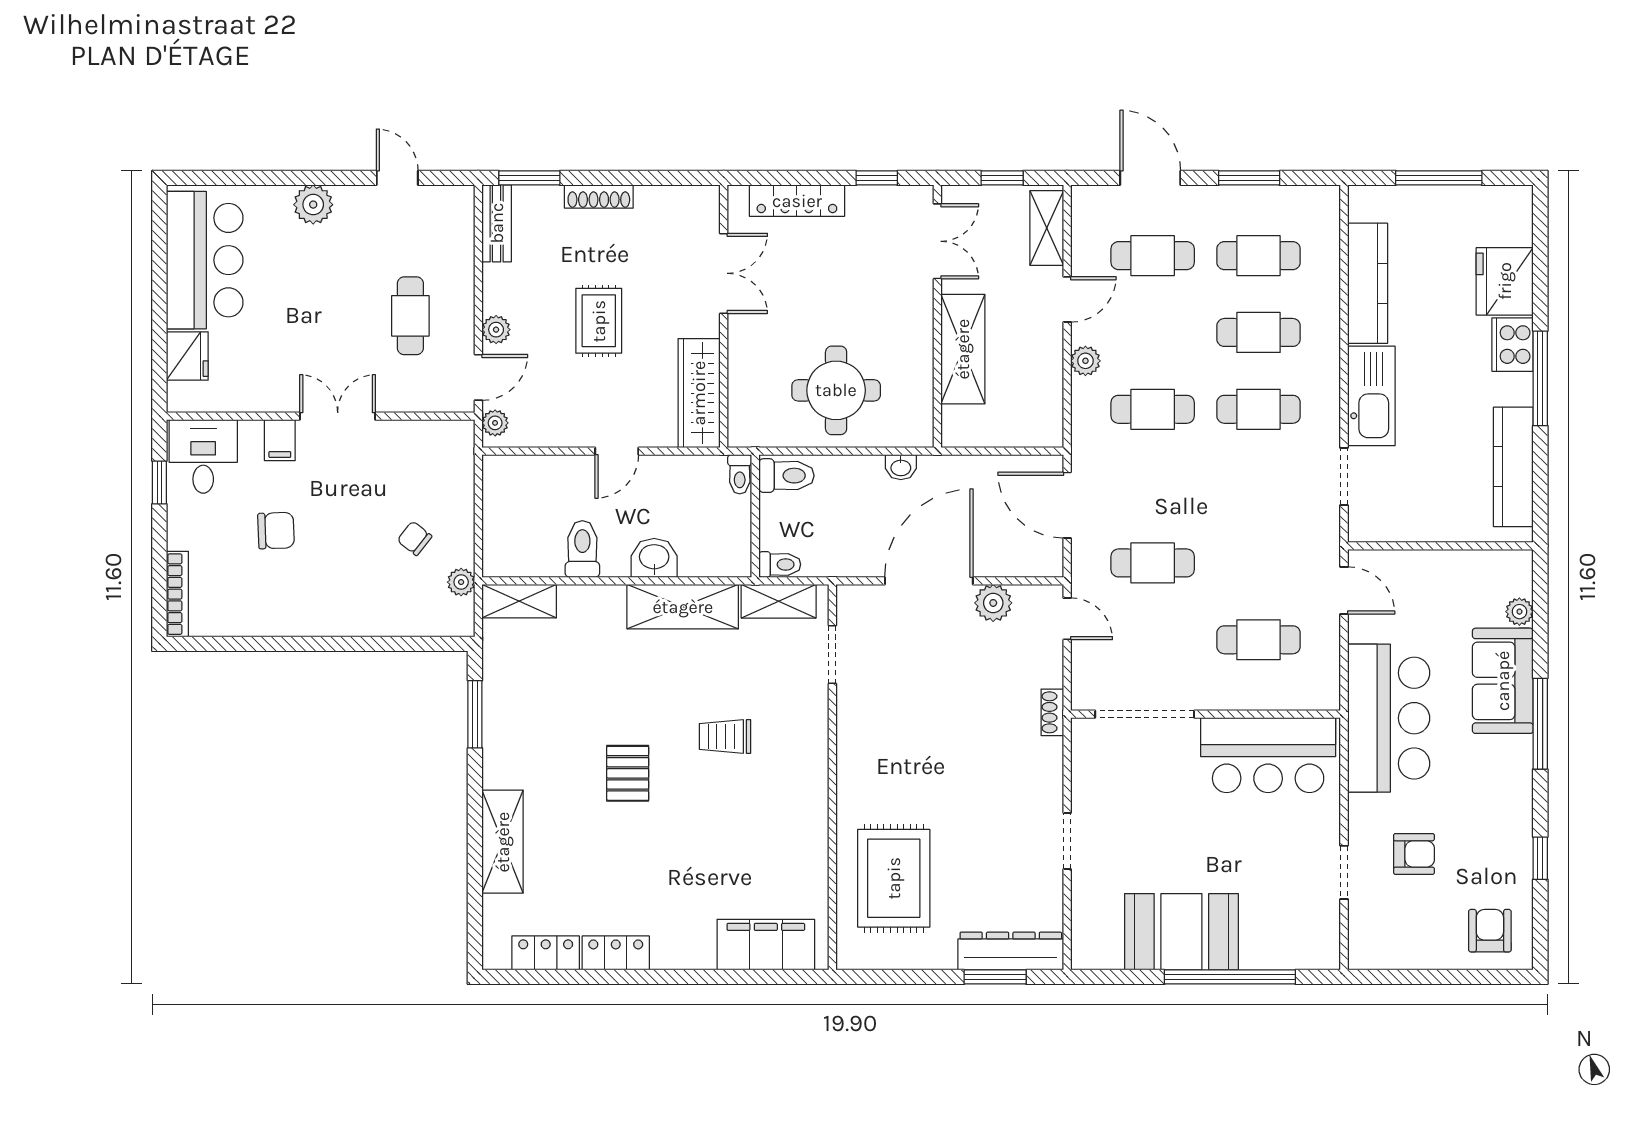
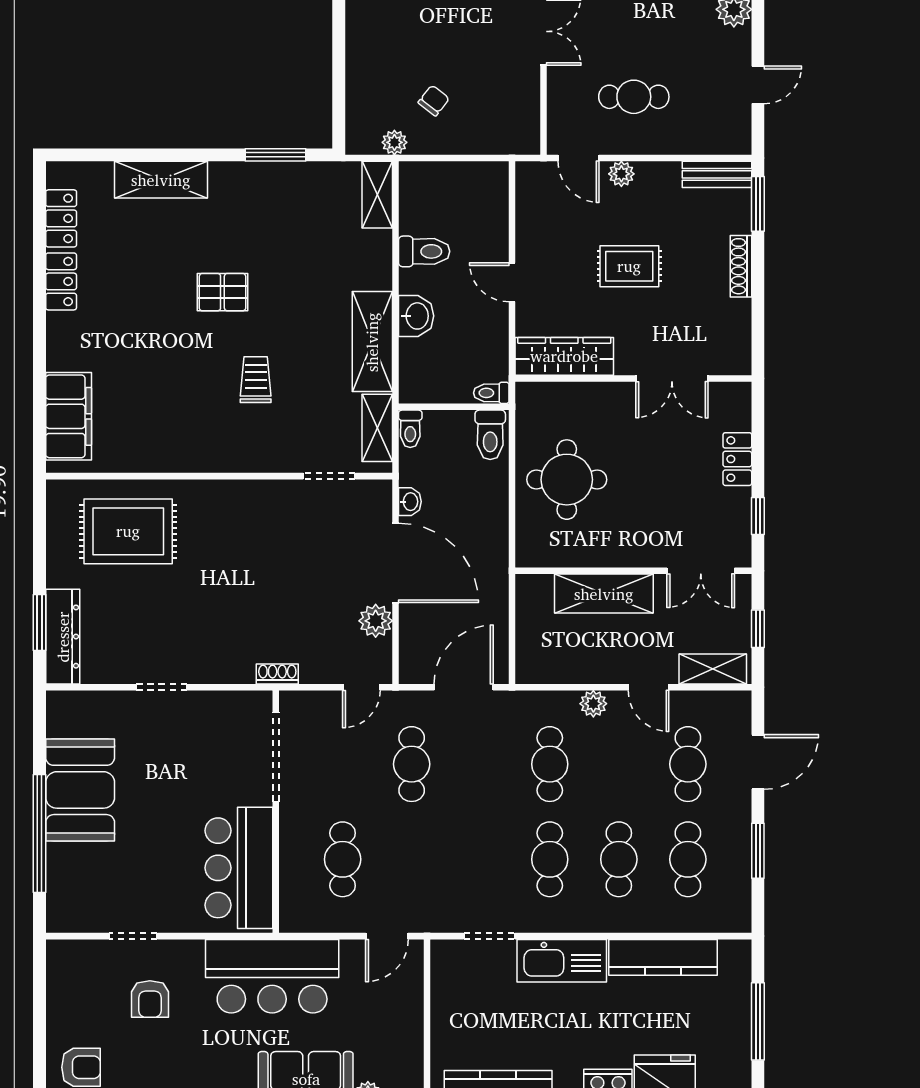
locker: (797, 201) -> (737, 459), width x0.66
plant: (495, 423) -> (538, 173), removed
washbasin: (901, 467) -> (410, 502), moved, turned 180

